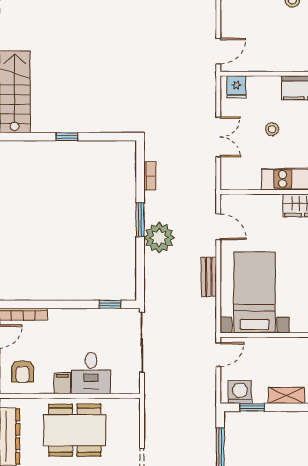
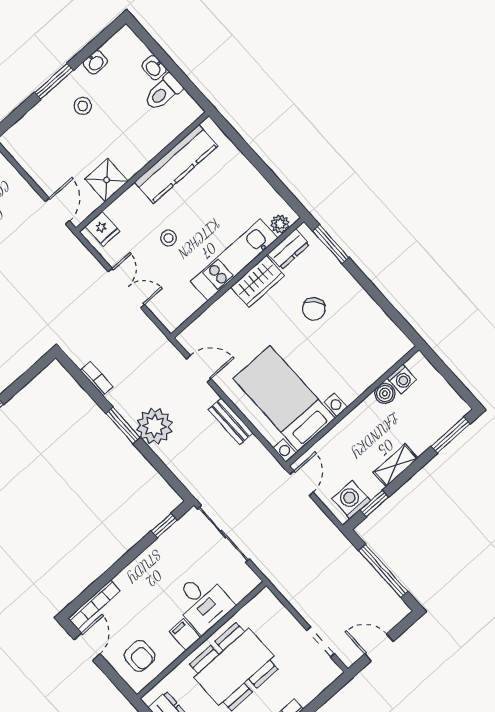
shower: (266, 59) -> (107, 180), added

